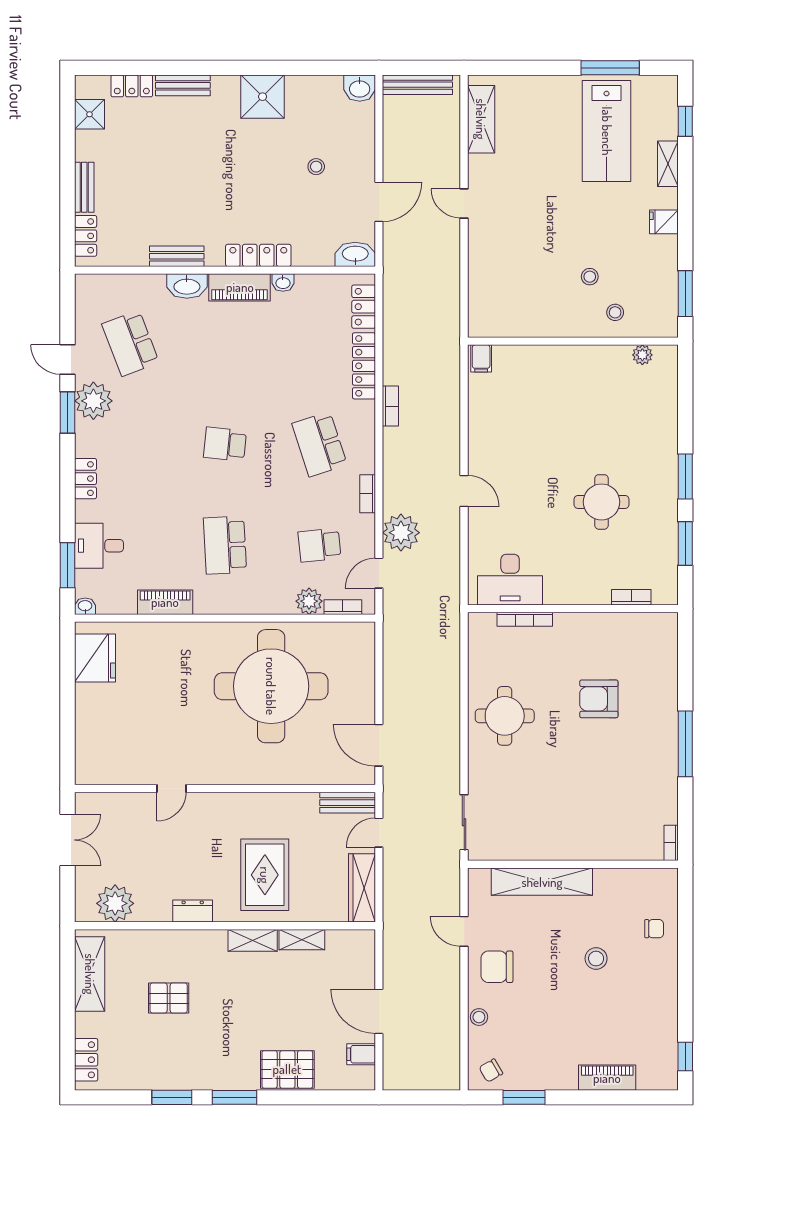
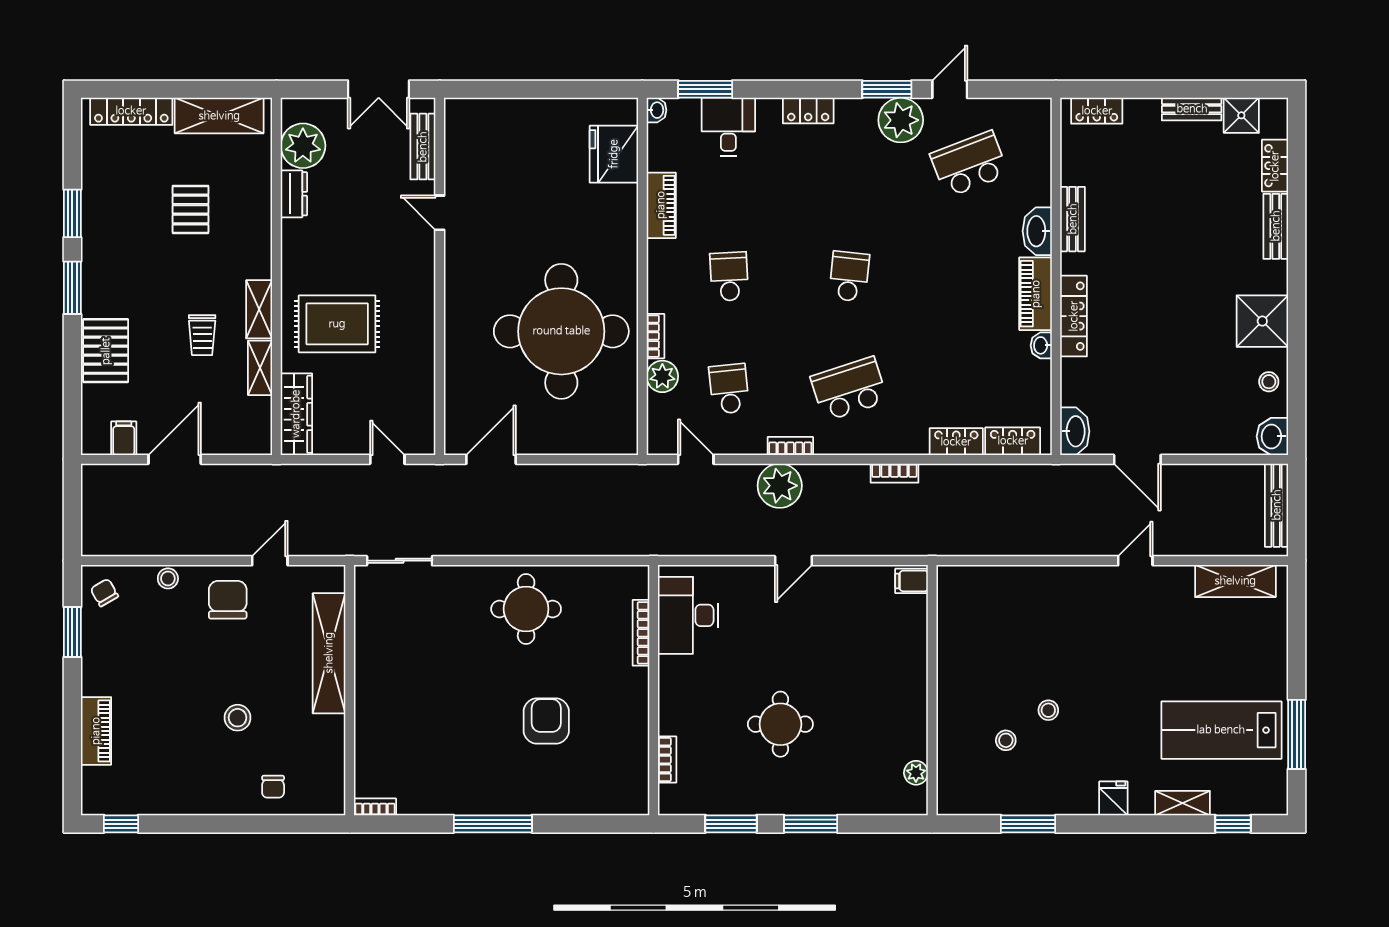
stool: (316, 167) -> (1269, 382), moved
bench: (84, 187) -> (1192, 109), moved
wall: (573, 341) -> (932, 690), moved
plant: (642, 355) -> (916, 773), moved
filing cabinet: (481, 358) -> (912, 581), moved
locker: (364, 366) -> (956, 442), width x0.66
plant: (401, 533) -> (780, 486), moved
school desk: (225, 545) -> (729, 276), width x0.54
bookcase: (343, 607) -> (655, 336), moved
fridge: (95, 658) -> (614, 154), moved, turned 90
bench: (348, 803) -> (423, 147), moved
wardrobe: (362, 888) -> (296, 414), moved, turned 90
dresser: (193, 911) -> (294, 194), moved
trolley: (274, 988) -> (202, 335), added
locker: (86, 1060) -> (131, 111), width x1.53

